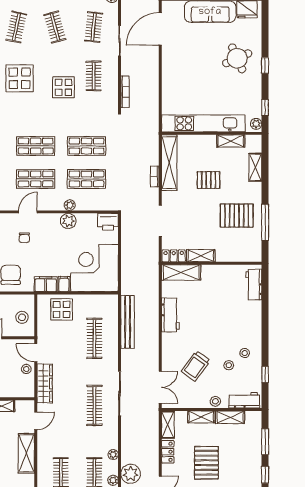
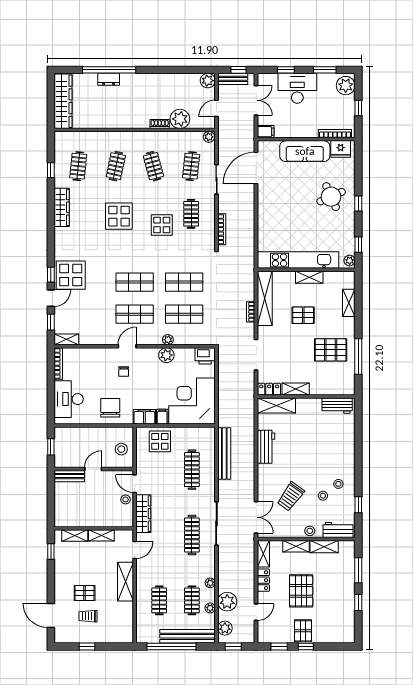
shelving: (231, 141) -> (309, 277), moved
workbench: (254, 284) -> (337, 406), moved, turned -90

